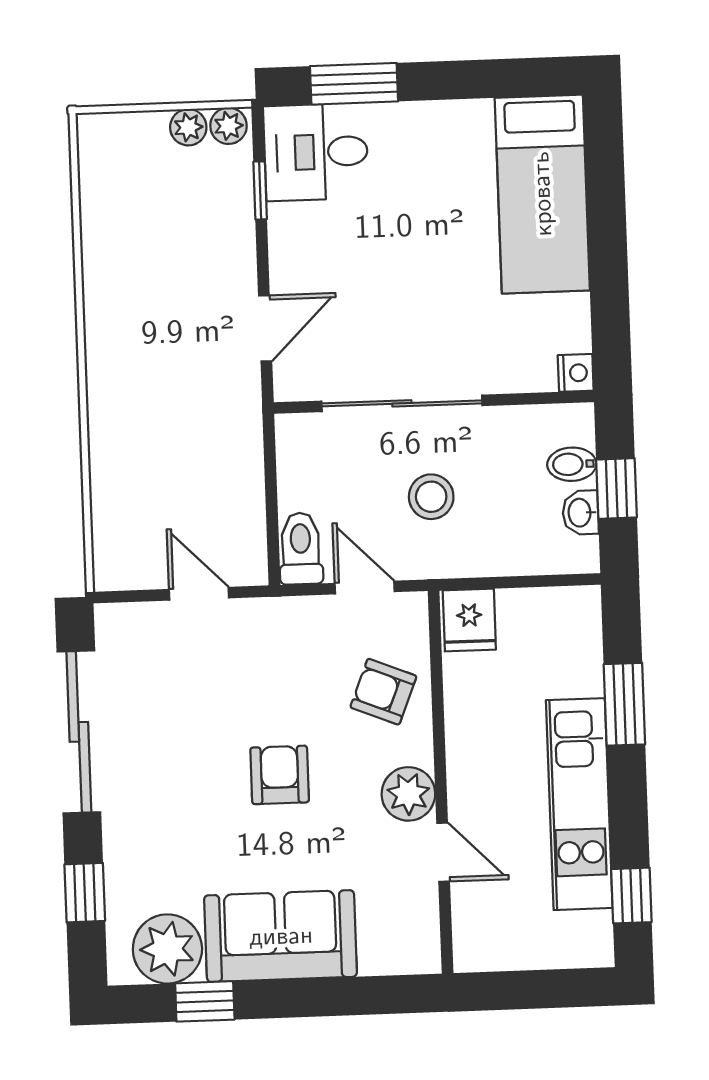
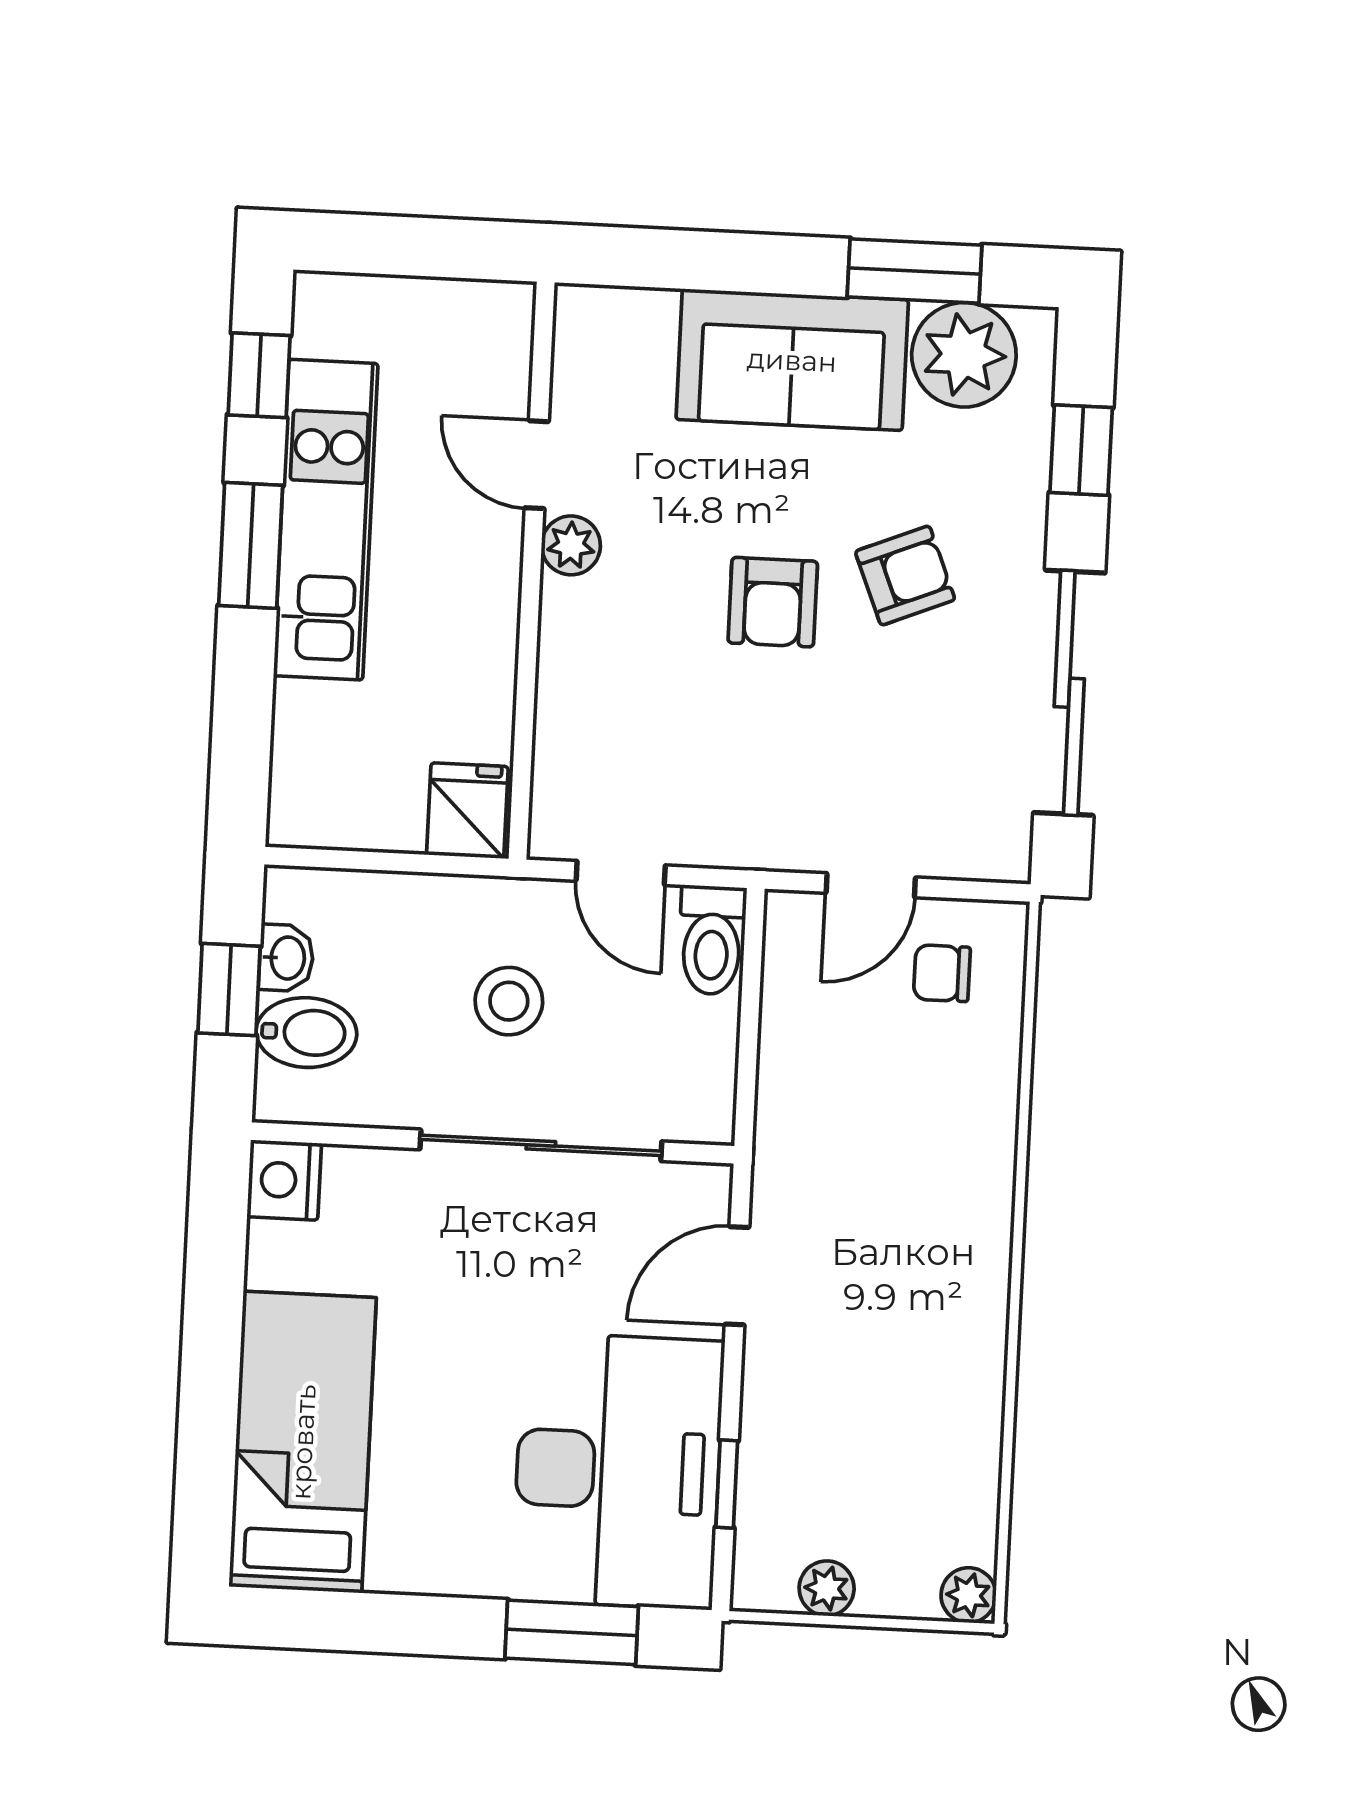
plant: (228, 126) -> (969, 1595), moved
desk: (316, 152) -> (618, 1471), width x1.87, depth x1.30
nightstand: (576, 373) -> (284, 1180), width x1.39, depth x1.35
bidet: (572, 464) -> (306, 1033), width x1.38, depth x1.36
chair: (147, 540) -> (942, 973), added
door: (199, 594) -> (871, 885), hinge flipped
armchair: (383, 692) -> (905, 575), moved, turned -44
window: (624, 704) -> (251, 545), moved
plant: (408, 794) -> (571, 545), width x0.73, depth x0.73
window: (205, 1001) -> (915, 271), width x1.50

